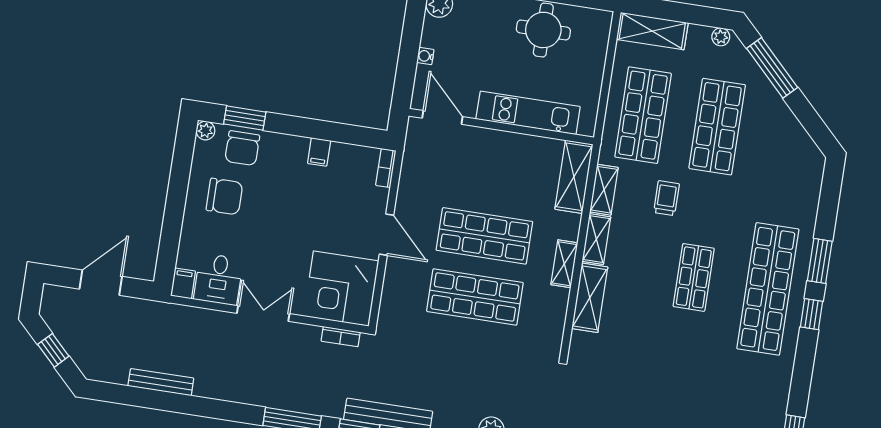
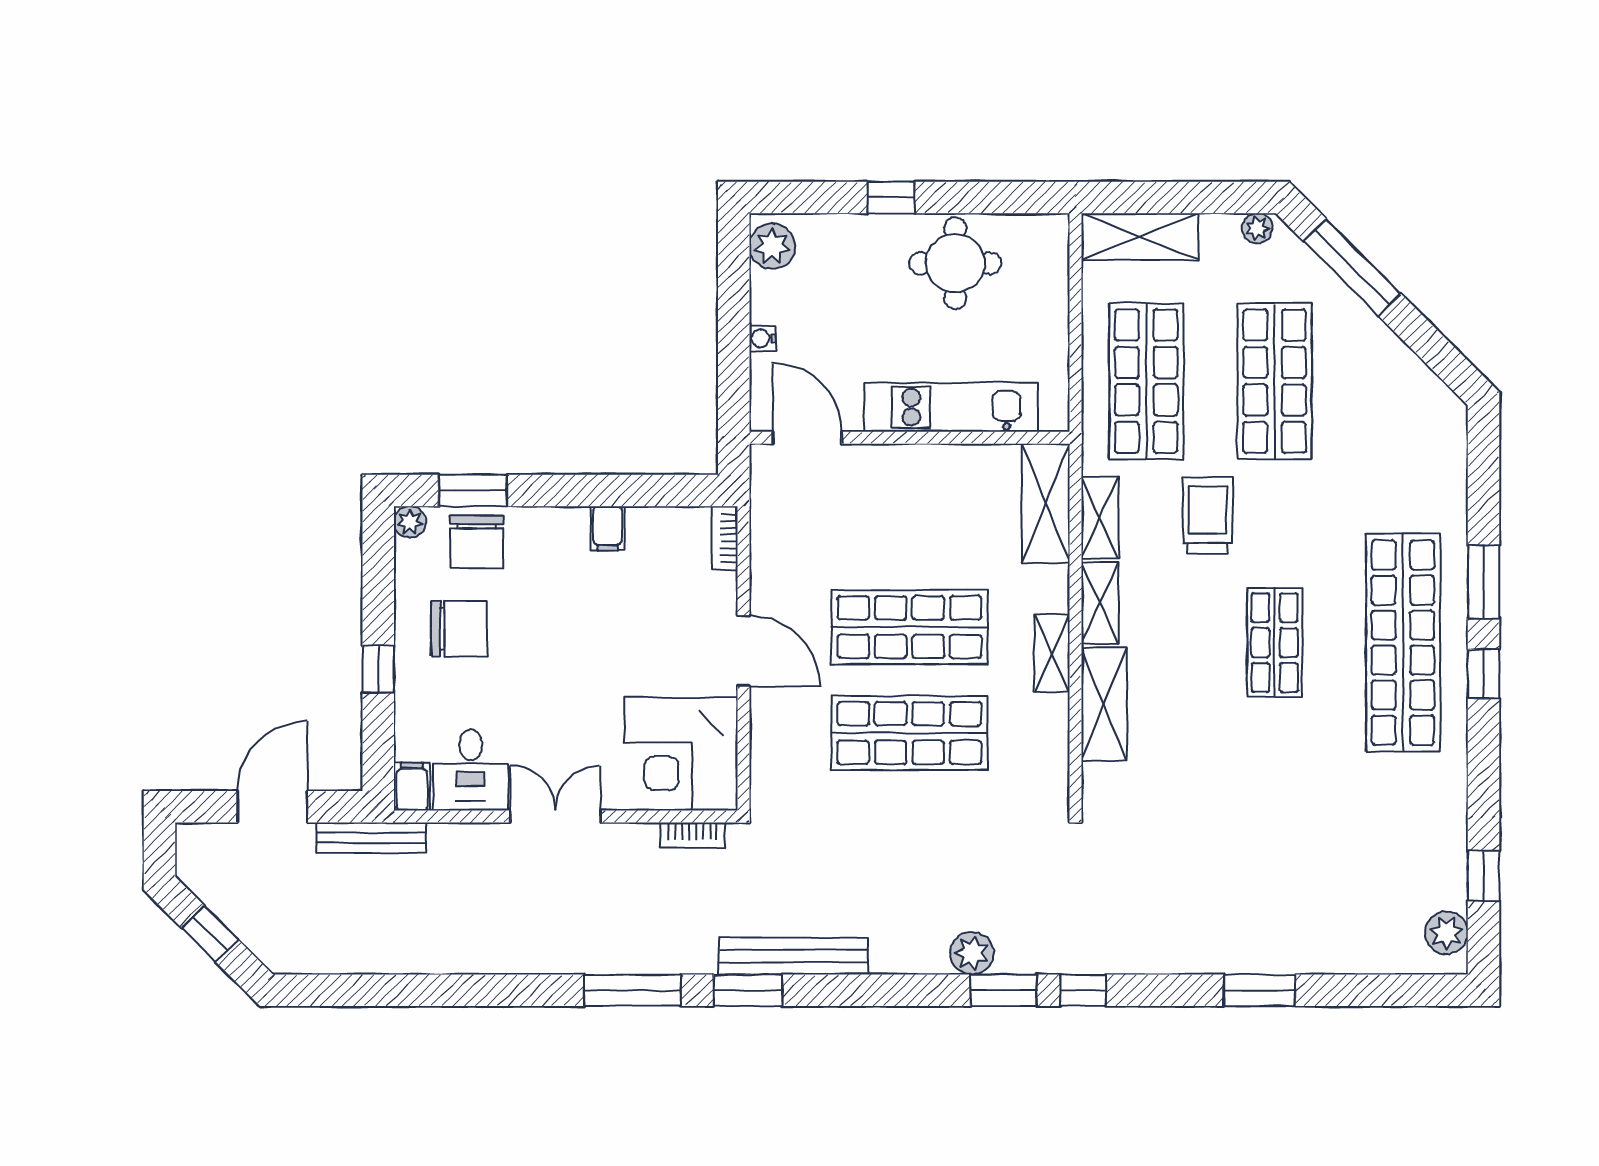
trolley: (666, 198) -> (1208, 516), width x1.36, depth x1.39
window: (174, 213) -> (378, 669), added
bench: (161, 382) -> (371, 838), moved

